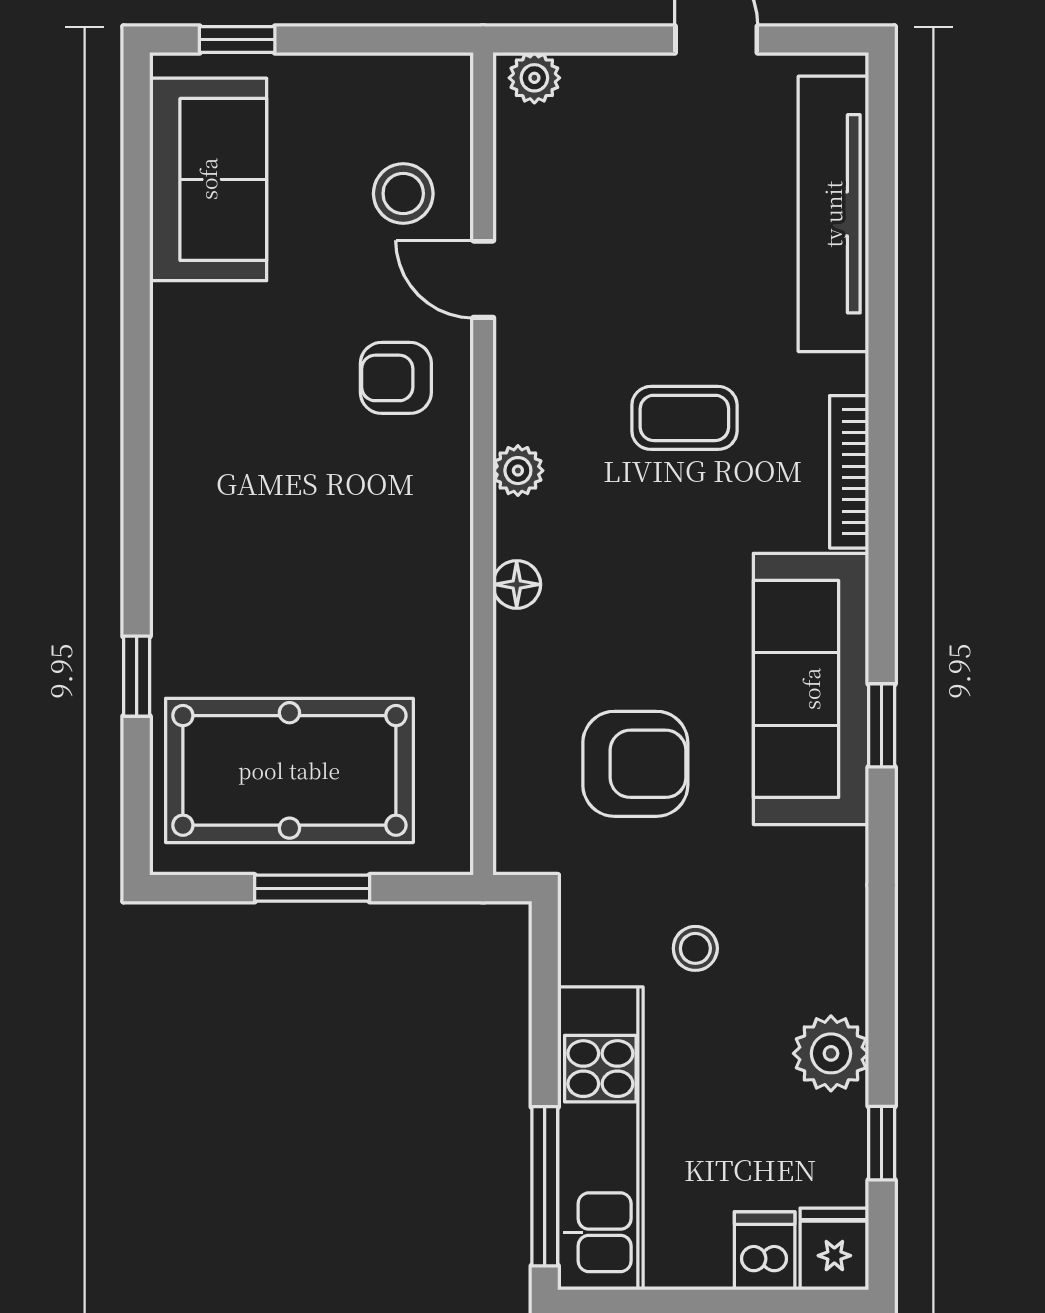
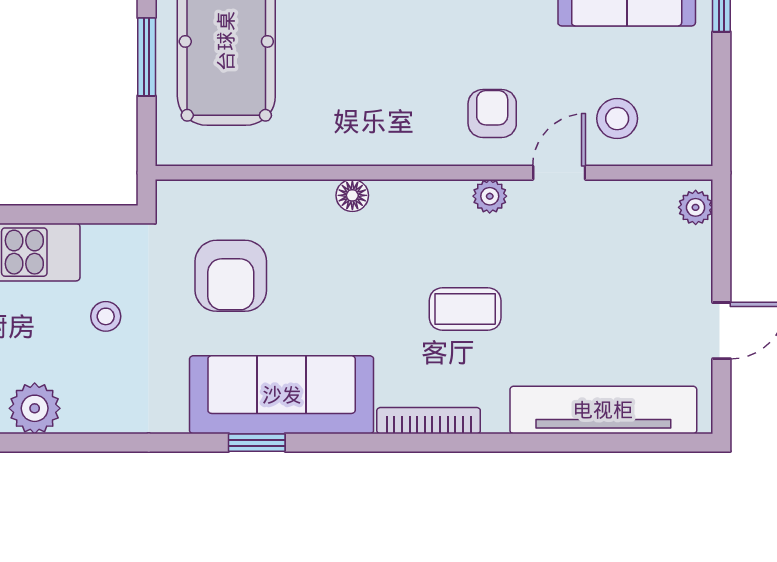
coffee table: (684, 418) -> (465, 309), turned 90
plant: (518, 471) -> (490, 196), moved

